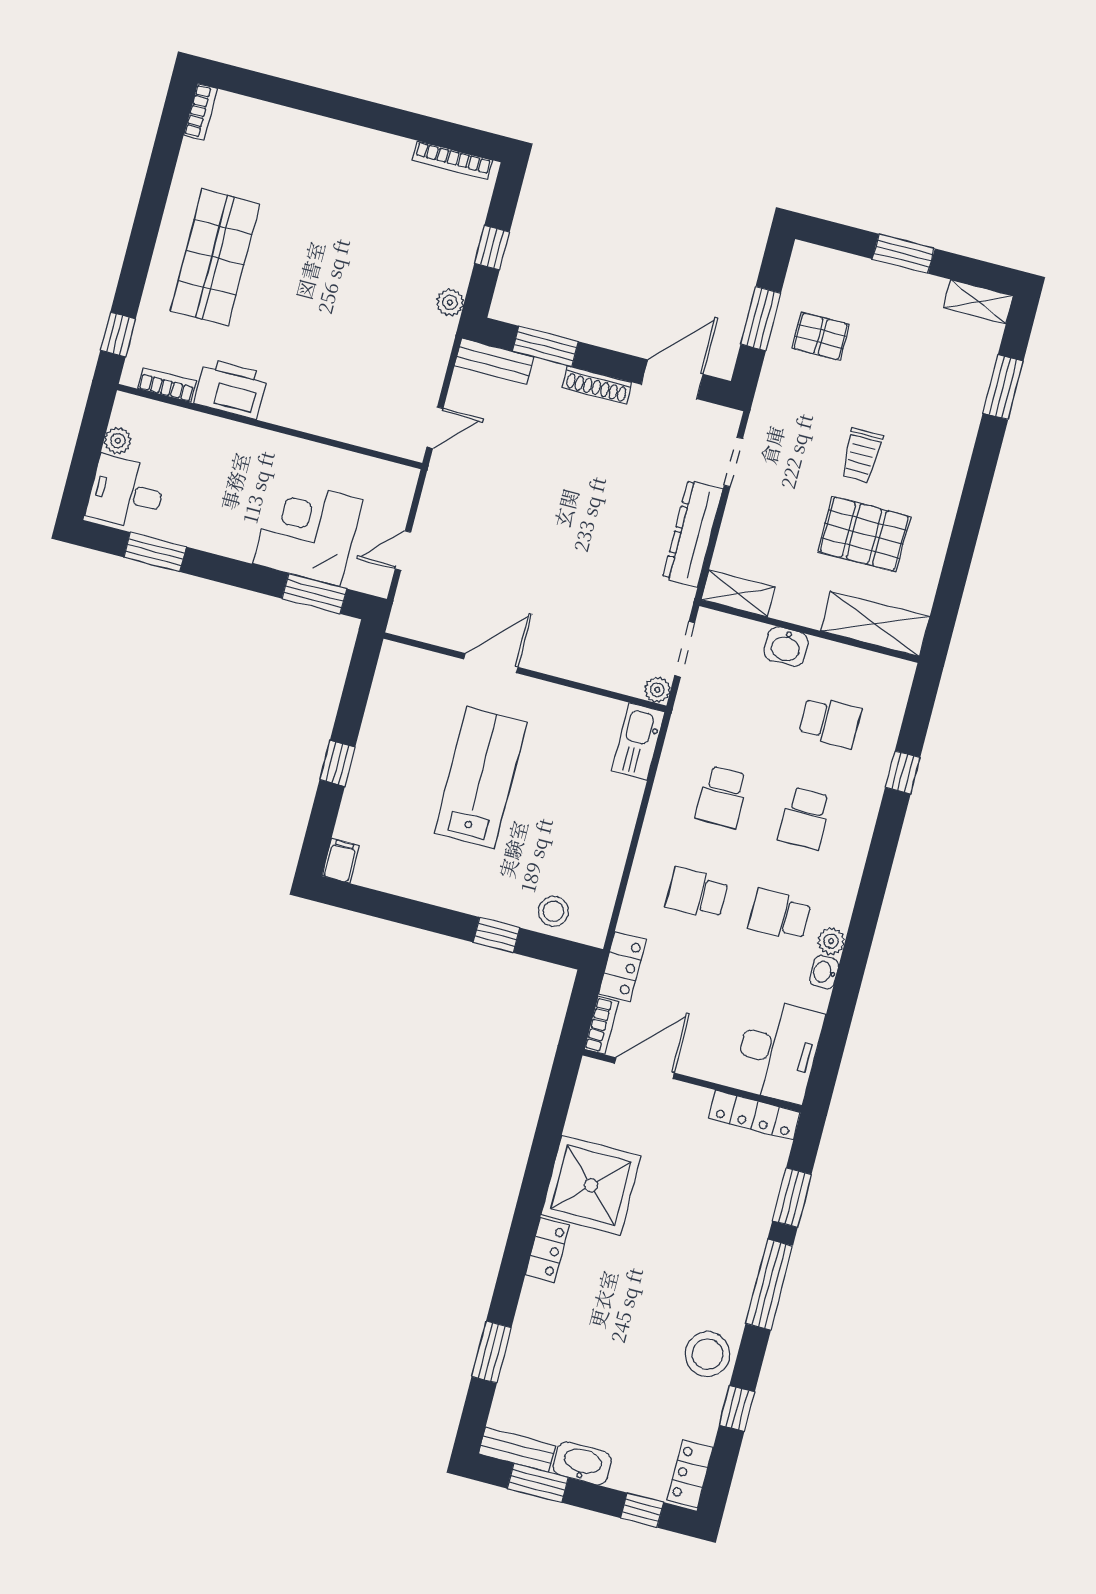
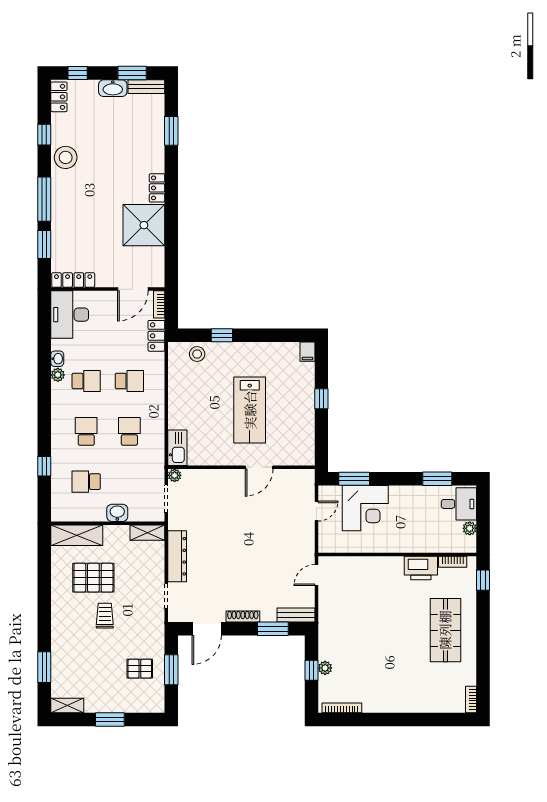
plant: (450, 302) -> (325, 668), moved

